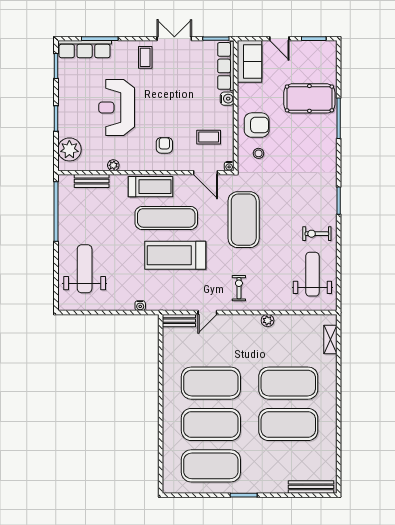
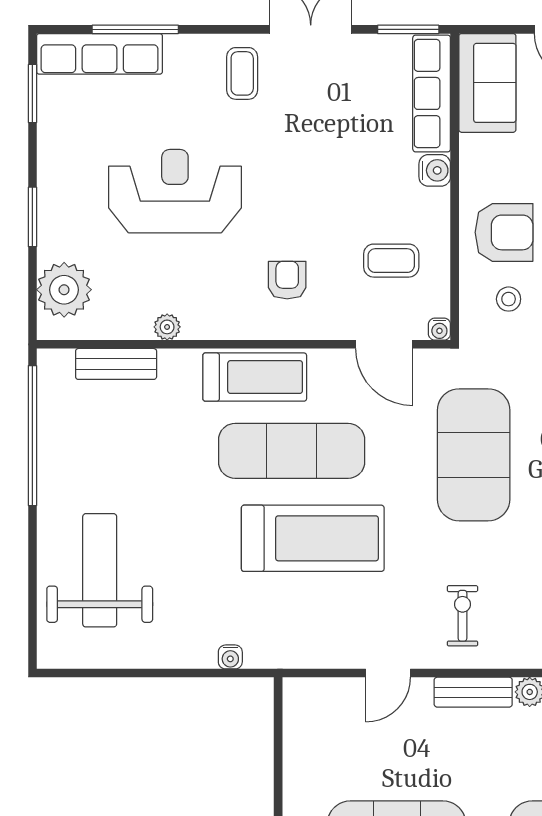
reception desk: (117, 107) -> (175, 191), turned 90
treadmill: (175, 255) -> (313, 538), turned 180
bench: (179, 321) -> (473, 692), moved

